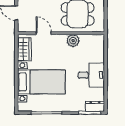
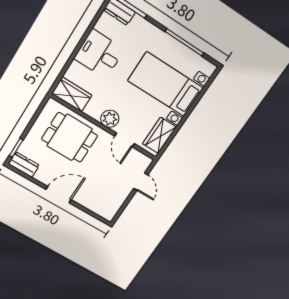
plant: (73, 41) -> (110, 119), moved
wardrobe: (92, 41) -> (72, 94), added

